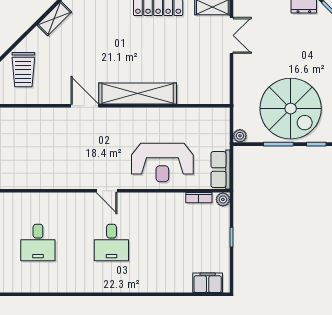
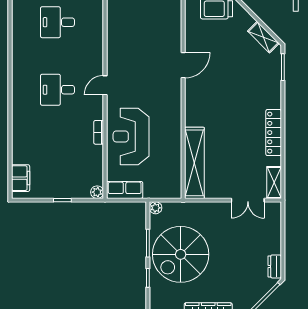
shelving: (138, 94) -> (194, 163), moved
bookcase: (199, 198) -> (99, 132), moved

